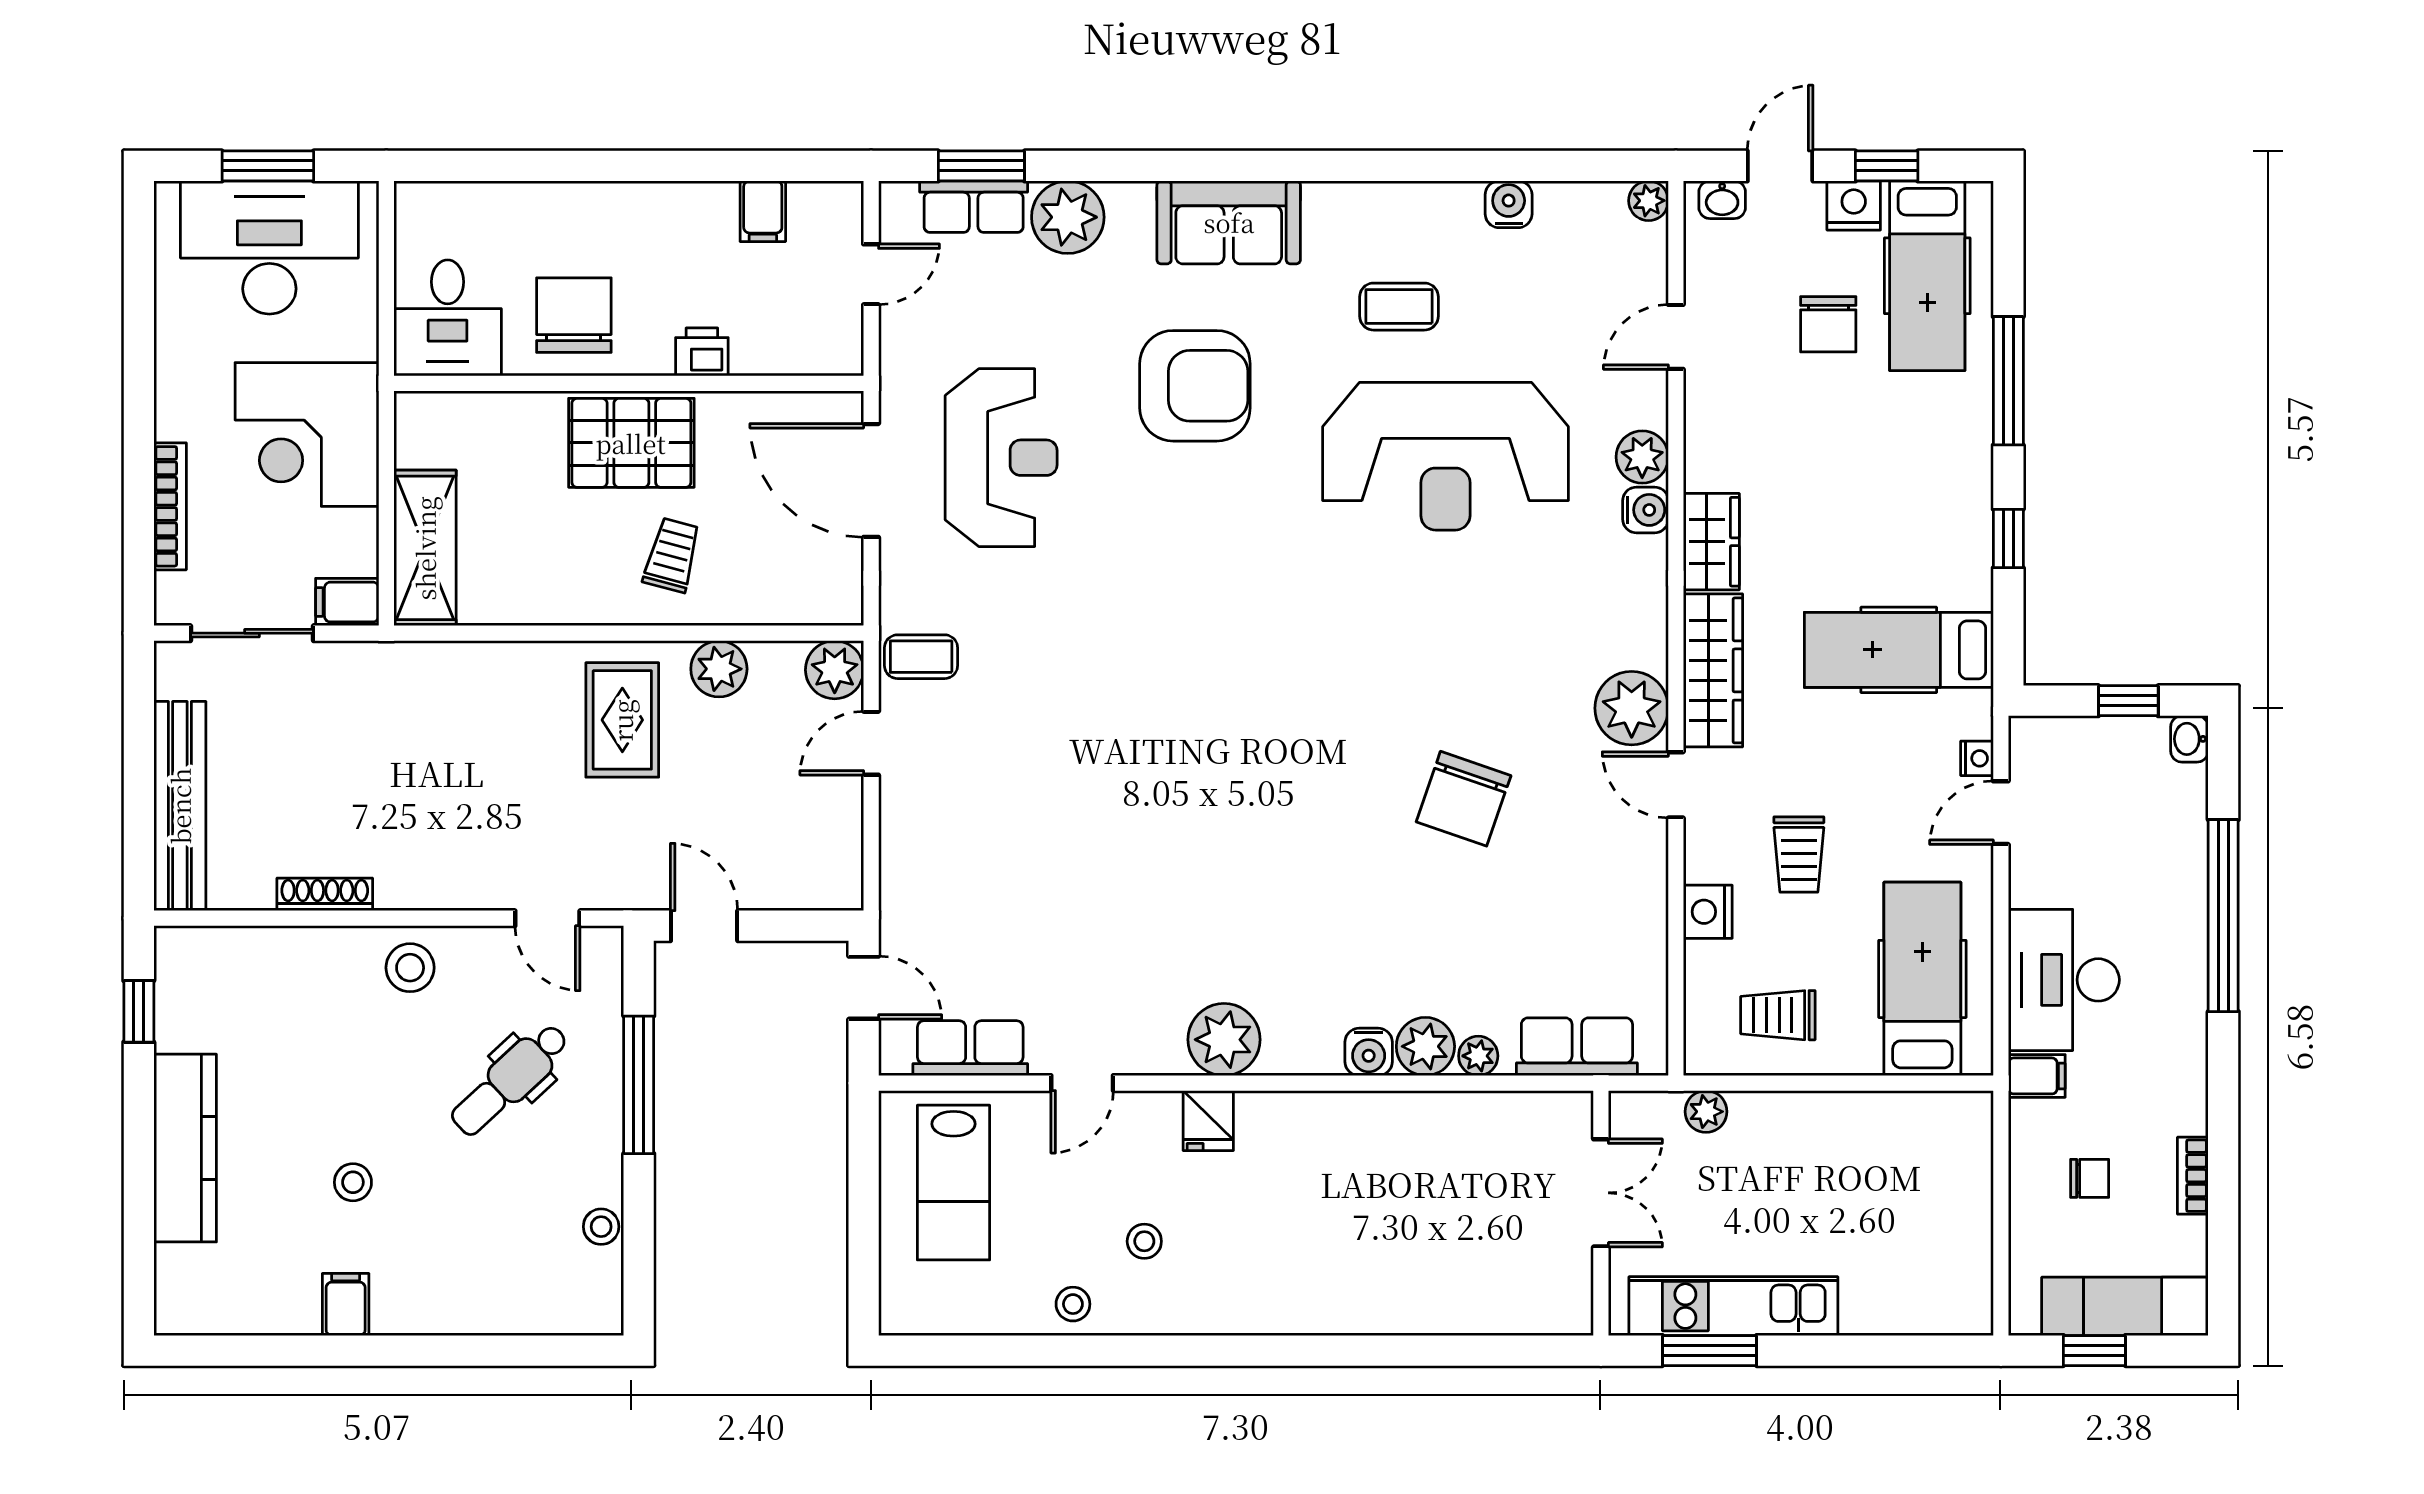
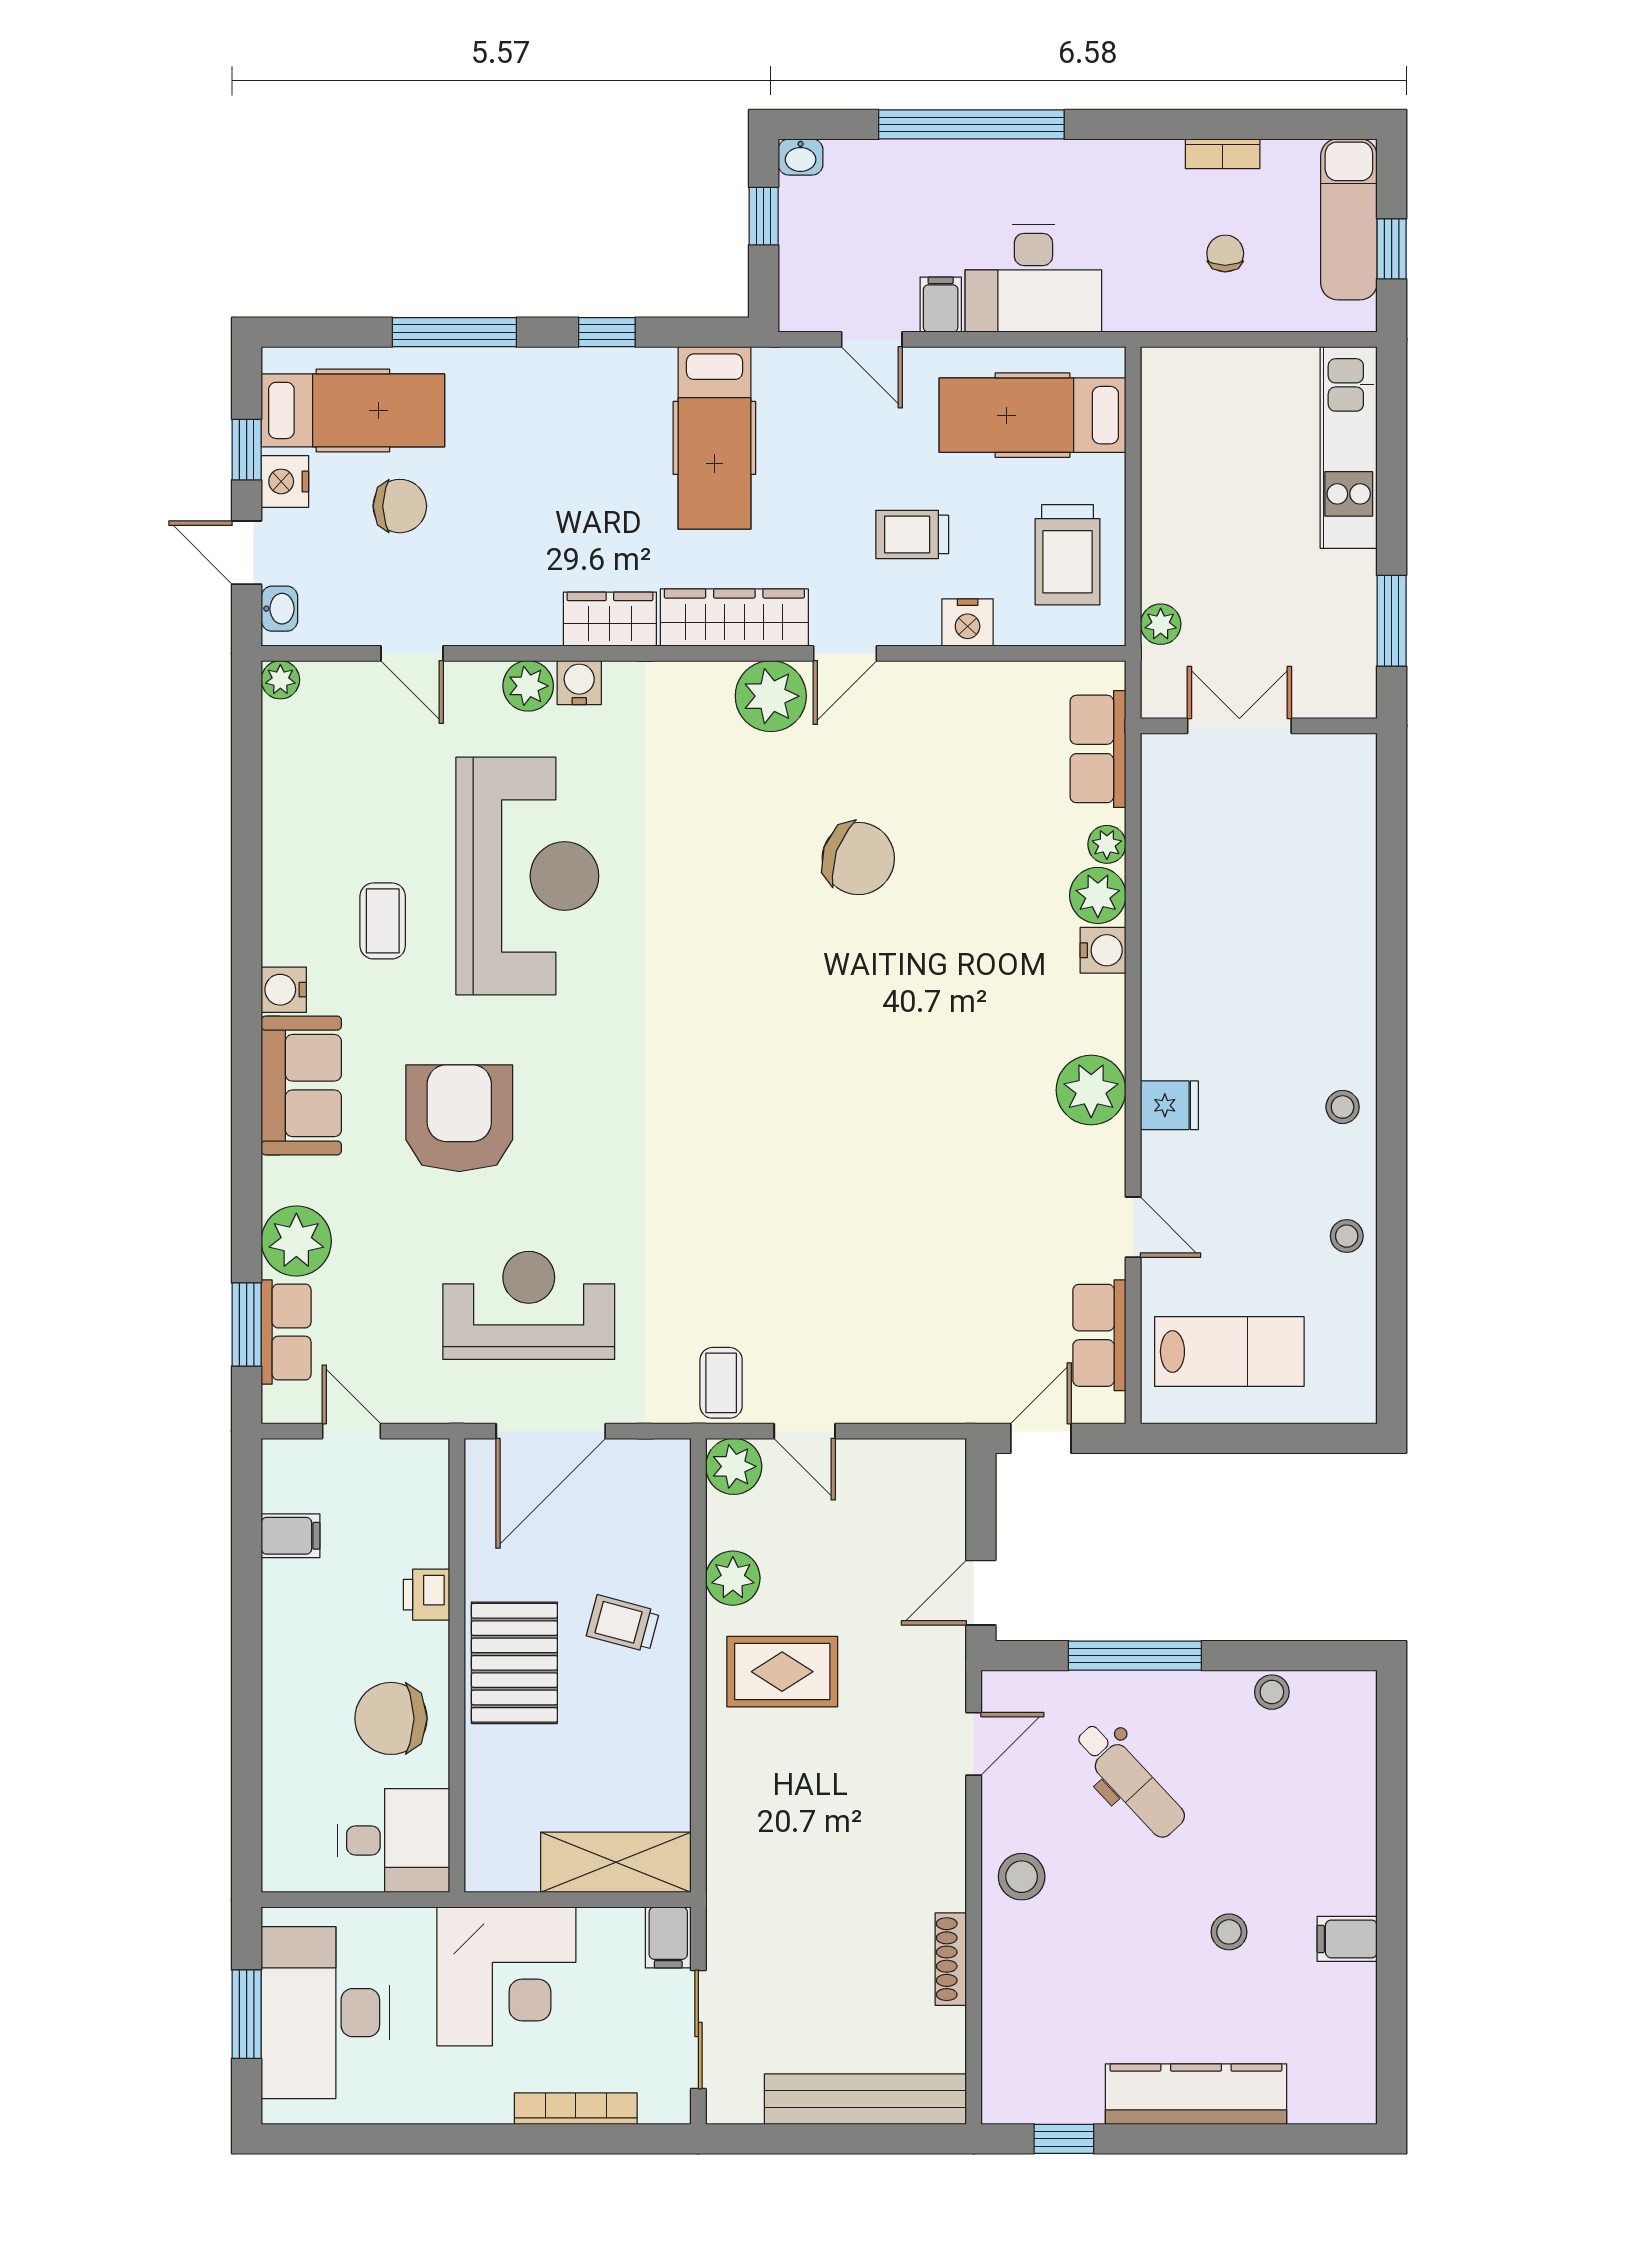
water cooler: (1509, 204) -> (284, 990), moved
nightstand: (1977, 758) -> (819, 362), removed
trolley: (1799, 854) -> (912, 534), turned 180
trolley: (1778, 1015) -> (1067, 555), width x1.36, depth x1.39
filing cabinet: (2037, 1076) -> (941, 305), moved
stool: (1144, 1241) -> (1343, 1107), moved
kitchen unit: (1733, 1306) -> (1349, 447), moved

